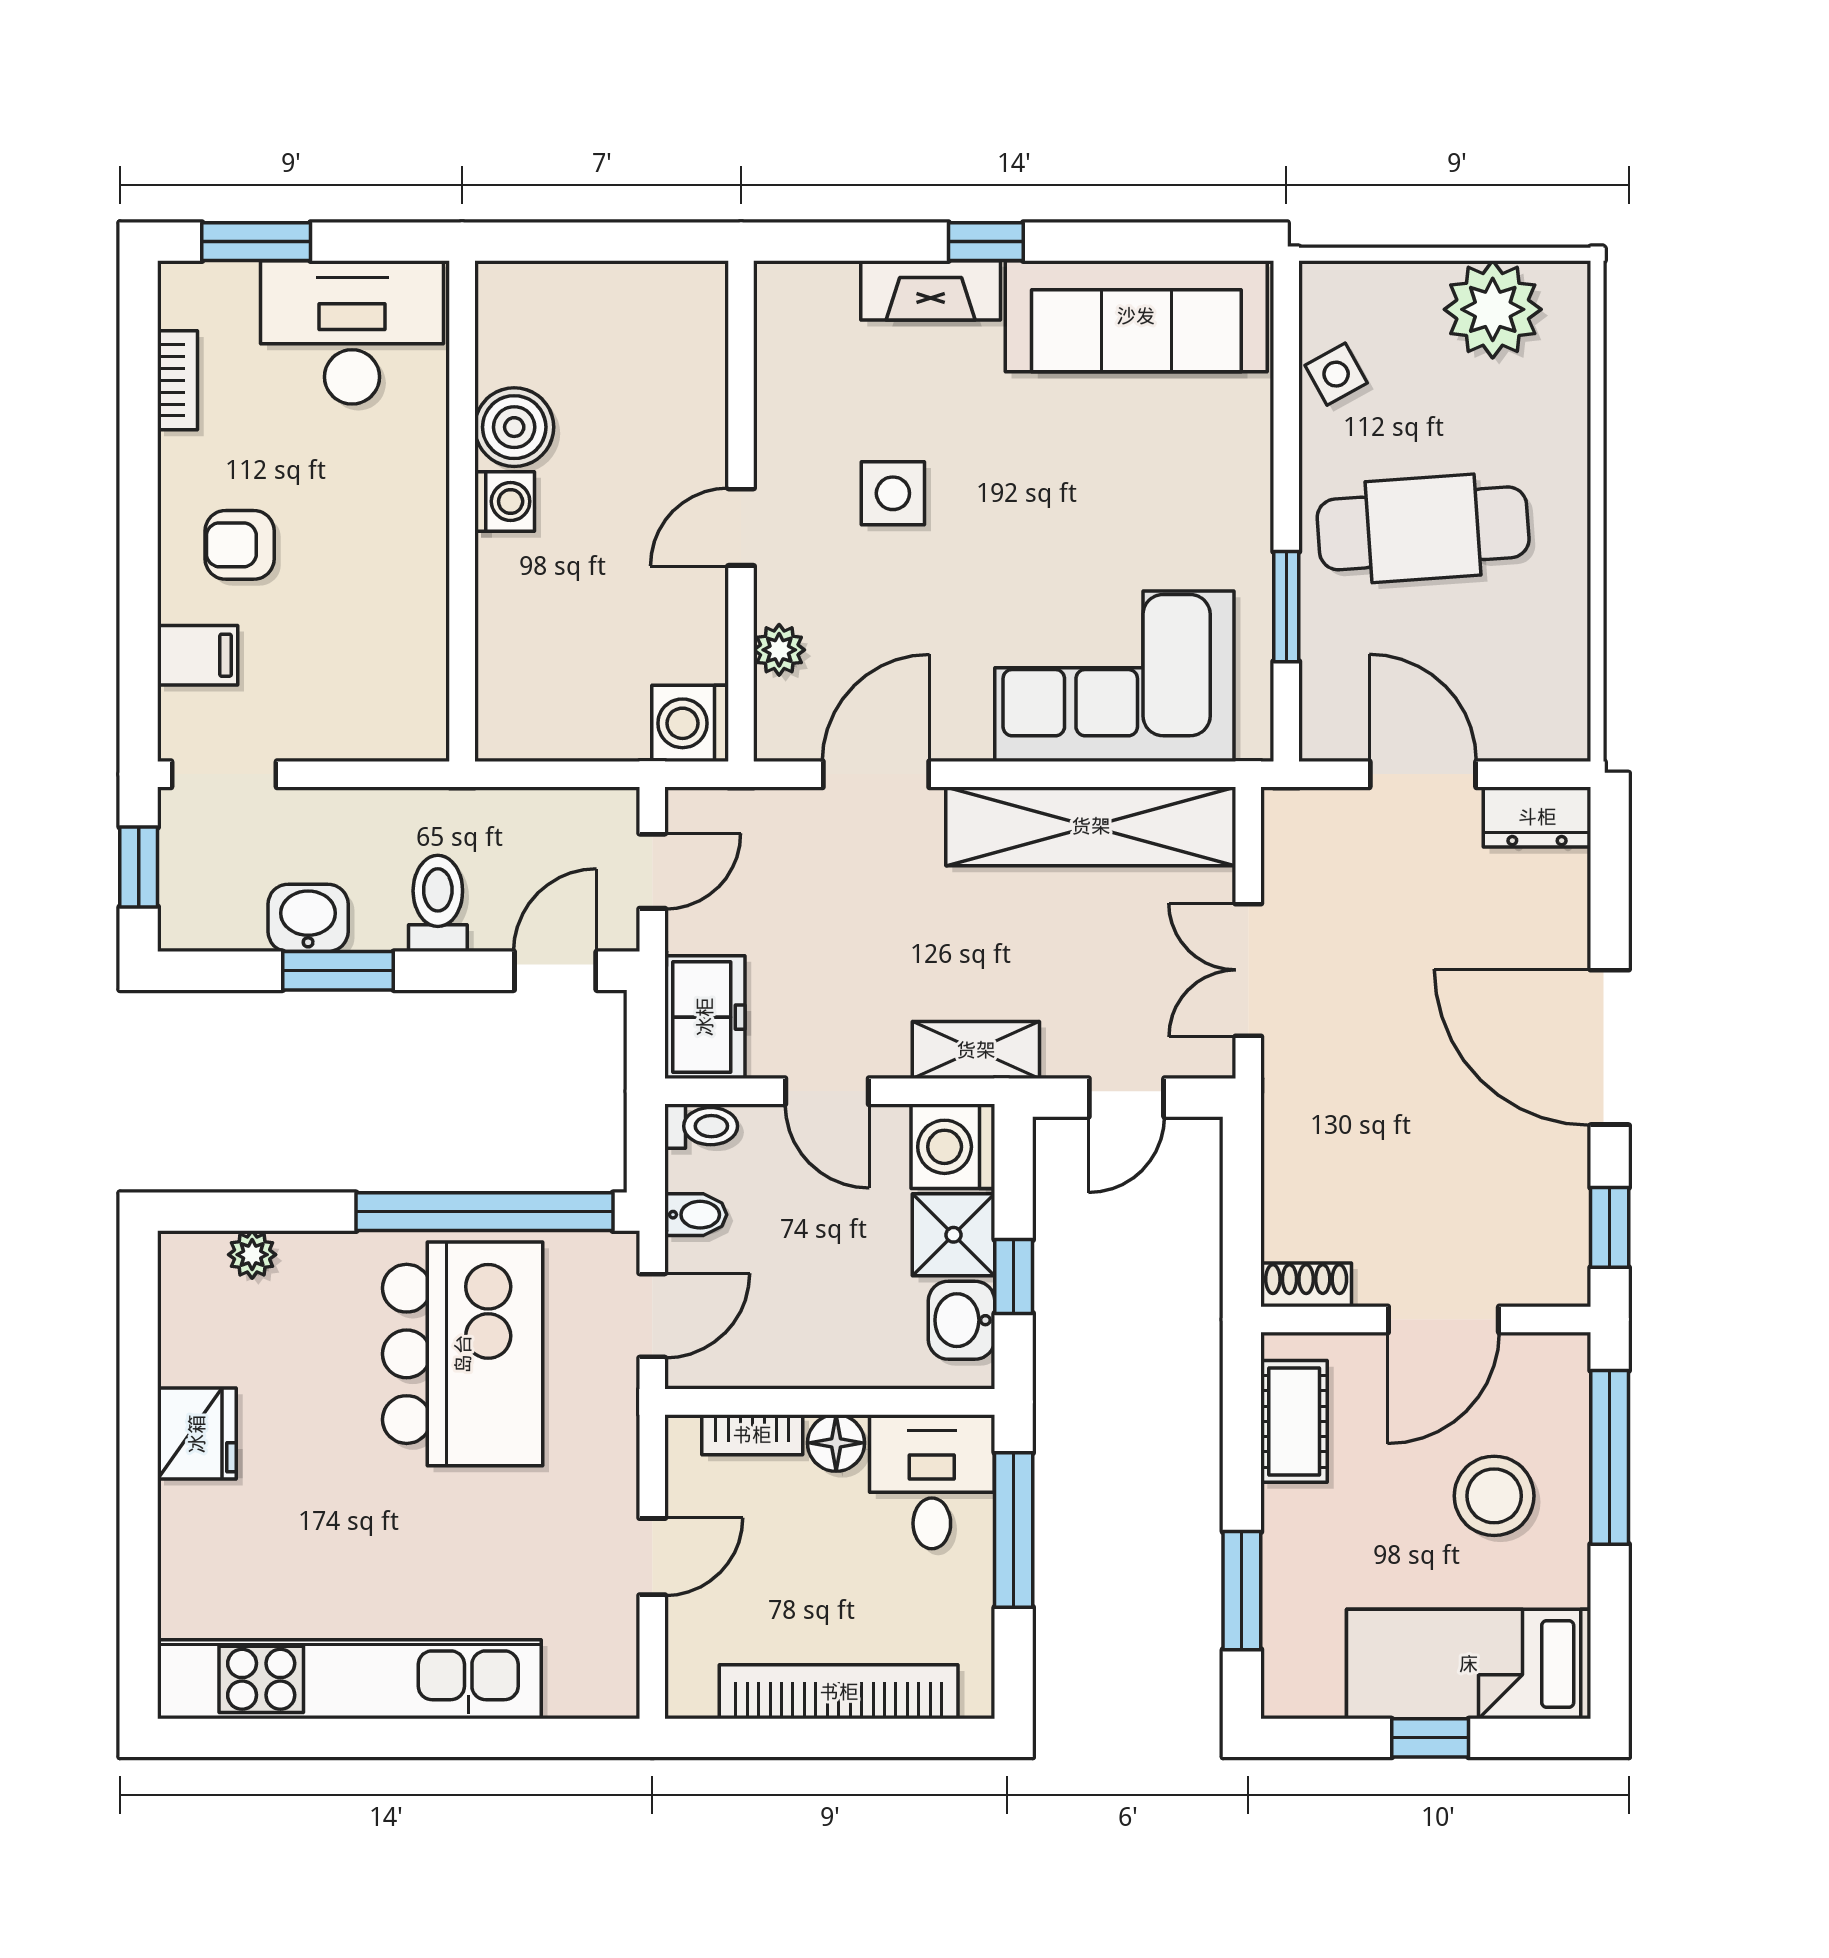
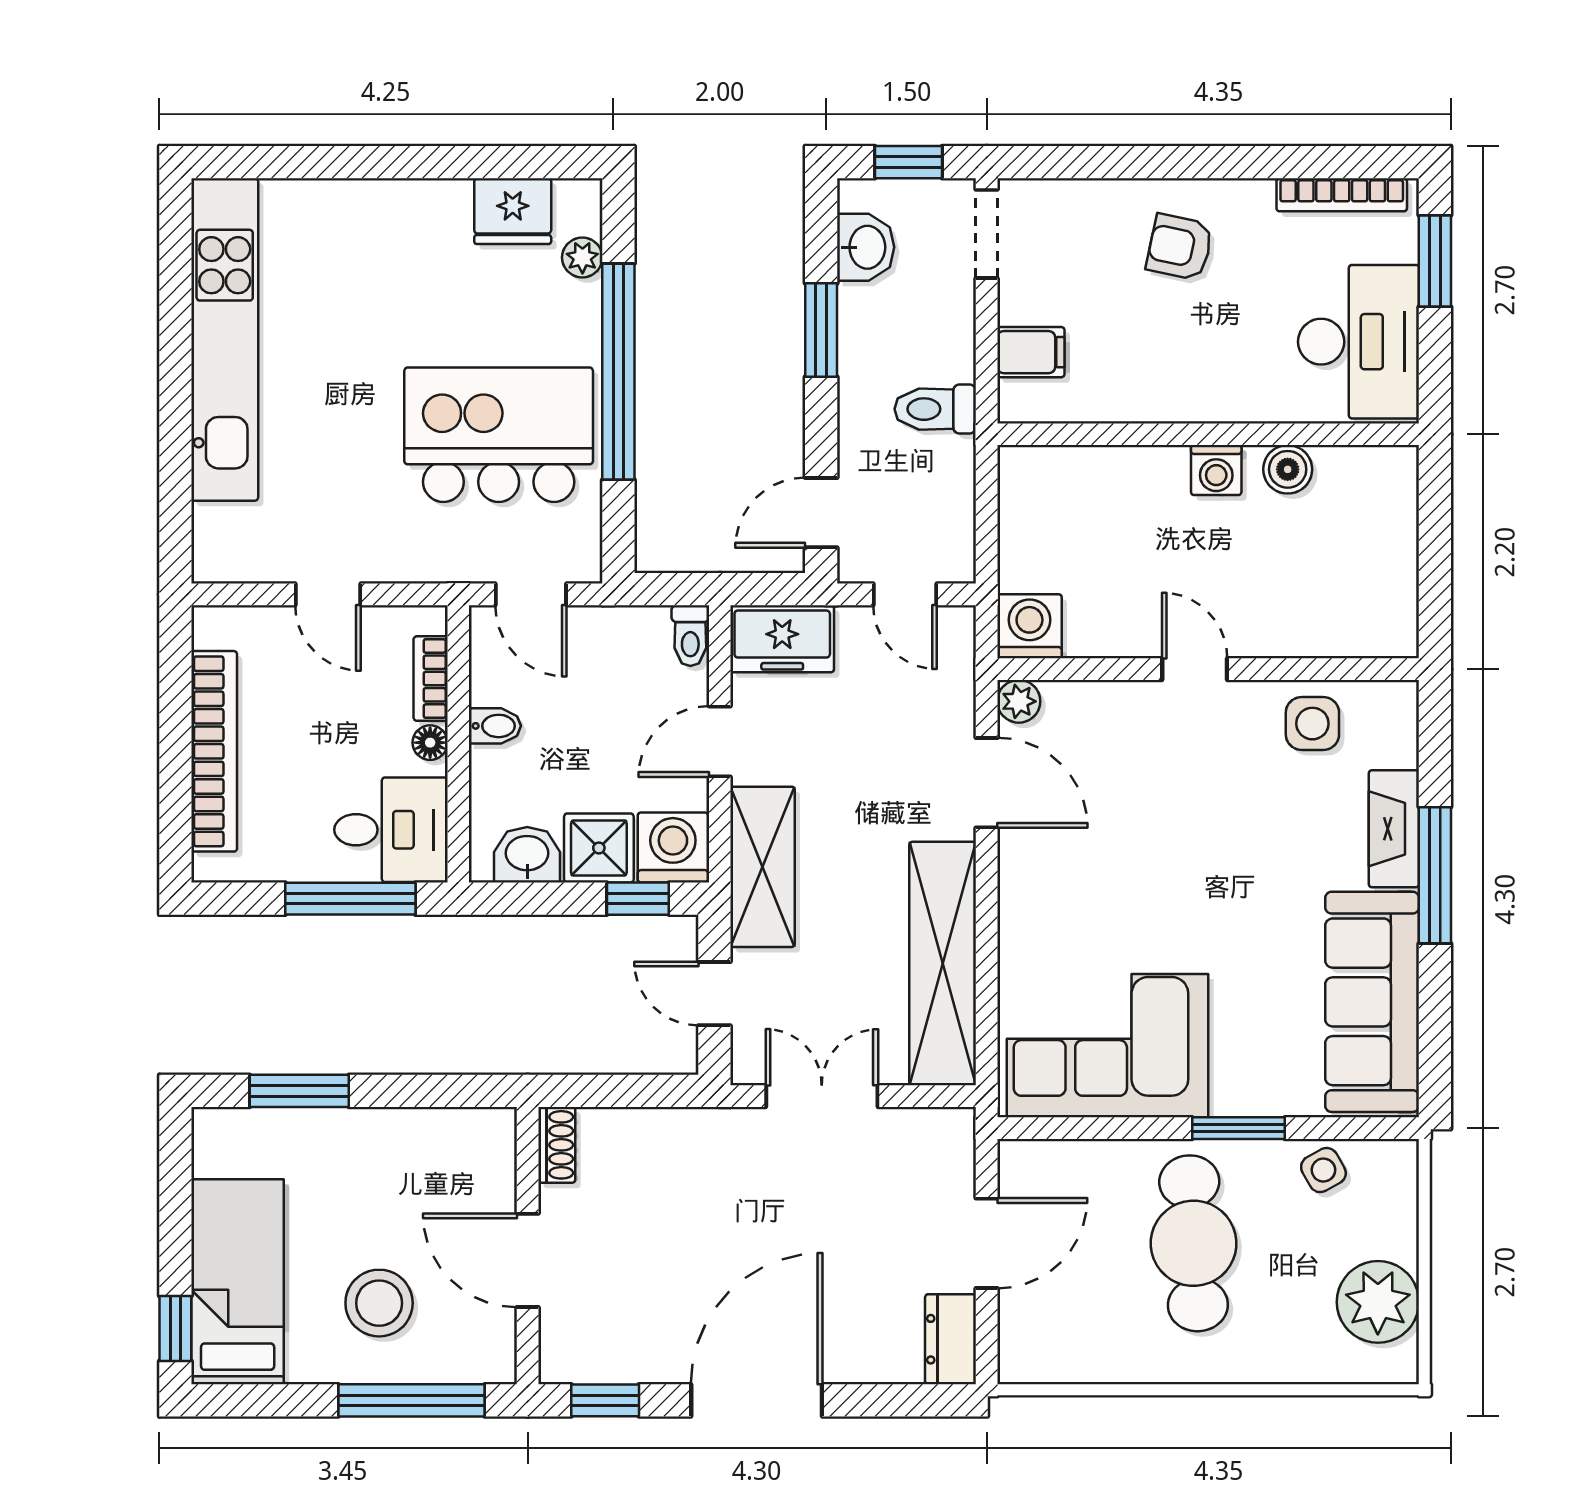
window: (986, 242) -> (1435, 875), width x2.17
bookcase: (178, 380) -> (1342, 195), width x1.56
boiler: (514, 427) -> (1288, 469), width x0.73, depth x0.73
side table: (893, 493) -> (1312, 724), moved
armchair: (240, 545) -> (1180, 247), turned -78
window: (1286, 607) -> (1239, 1128), moved
plant: (779, 650) -> (1019, 701), moved
filing cabinet: (198, 655) -> (1031, 352), moved, turned -90
corner sofa: (1114, 676) -> (1108, 1046), moved, turned -90
toilet: (438, 903) -> (935, 409), moved, turned 180
washbasin: (308, 918) -> (866, 247), moved
door: (555, 971) -> (821, 513), swing flipped
shelving: (976, 1050) -> (763, 867), width x1.50, depth x1.33
window: (484, 1212) -> (618, 372), moved
bidet: (696, 1215) -> (495, 726), moved, turned -90
window: (1014, 1277) -> (638, 899), moved
kitchen island: (463, 1354) -> (499, 435), turned 180
cot: (1294, 1421) -> (442, 1135), removed
fridge: (197, 1434) -> (513, 211), moved
floor lamp: (836, 1443) -> (430, 743), width x0.73, depth x0.73
window: (1430, 1738) -> (175, 1328), moved

